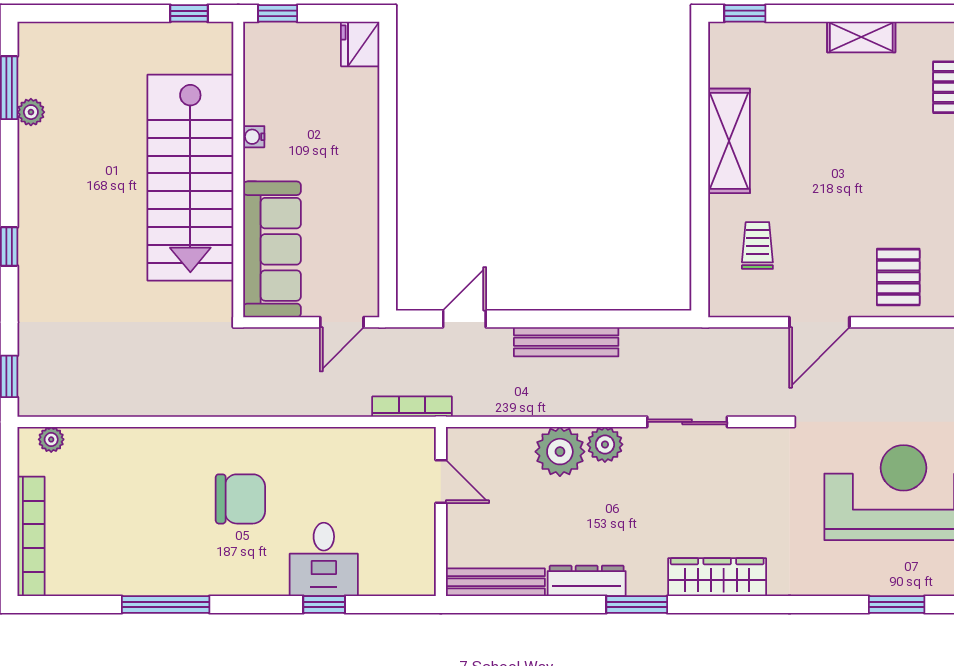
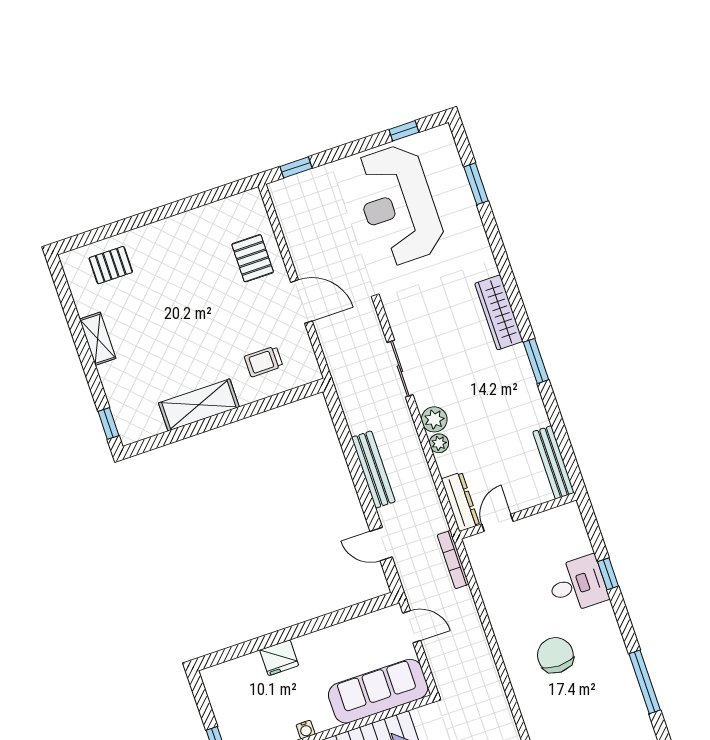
fridge: (360, 44) -> (279, 658), moved
pallet: (898, 277) -> (253, 258), turned 90
plant: (560, 452) -> (439, 443), width x0.53, depth x0.53
dresser: (587, 581) -> (460, 502), moved, turned 180

